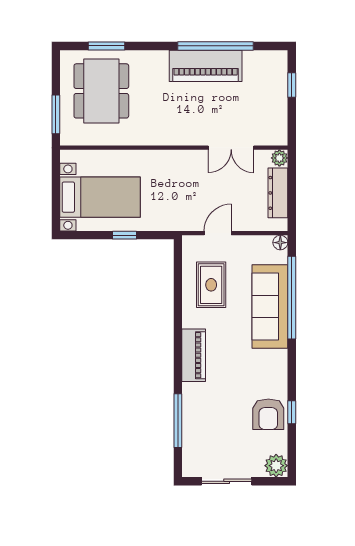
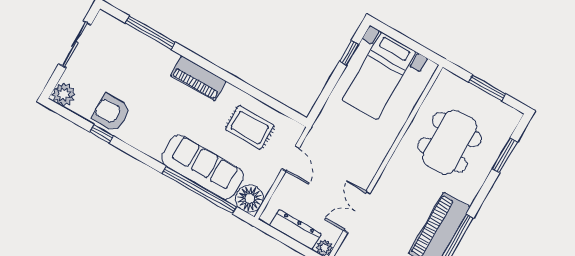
dining table: (101, 91) -> (450, 142), moved, turned 90
window: (56, 114) -> (487, 88), moved
window: (125, 235) -> (349, 53), moved
floor lamp: (280, 243) -> (250, 199), width x1.89, depth x1.89

